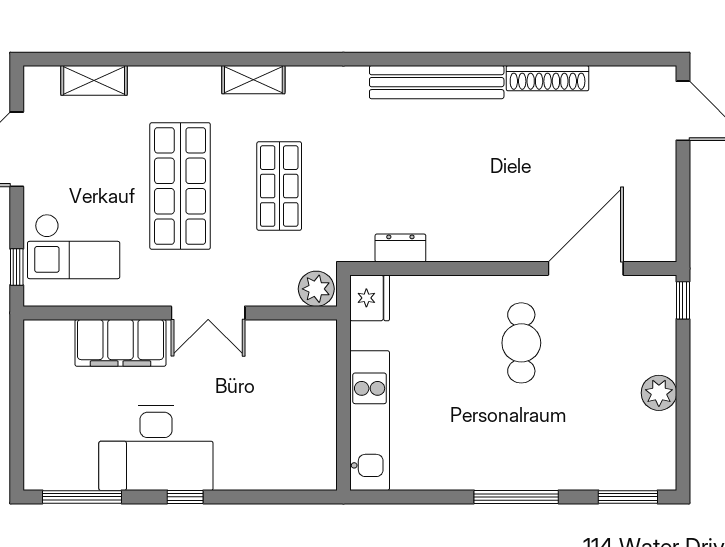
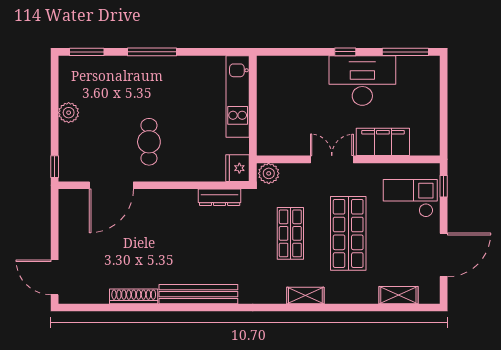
dresser: (400, 248) -> (220, 197), width x1.44

